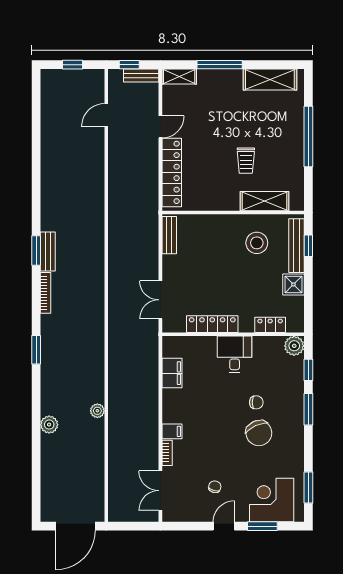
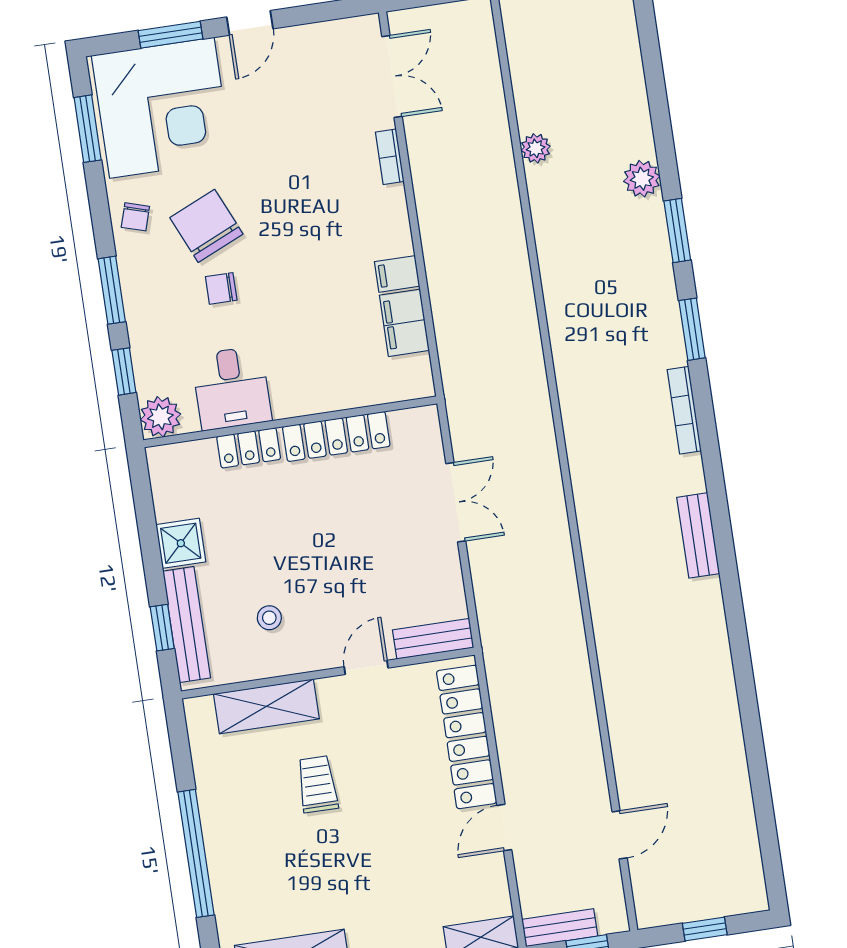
door: (214, 213) -> (366, 667), added
bench: (169, 235) -> (433, 639), moved, turned 90
stool: (257, 243) -> (269, 618), width x0.53, depth x0.53
window: (36, 250) -> (677, 230), moved
bookcase: (45, 293) -> (684, 410), moved
double door: (160, 300) -> (456, 502), moved
locker: (270, 325) -> (249, 448), moved
desk: (235, 354) -> (232, 388), moved
plant: (97, 411) -> (536, 148), moved
filing cabinet: (172, 431) -> (397, 274), moved
chair: (215, 487) -> (135, 217), moved
corner desk: (272, 500) -> (162, 108), width x1.36, depth x1.36

